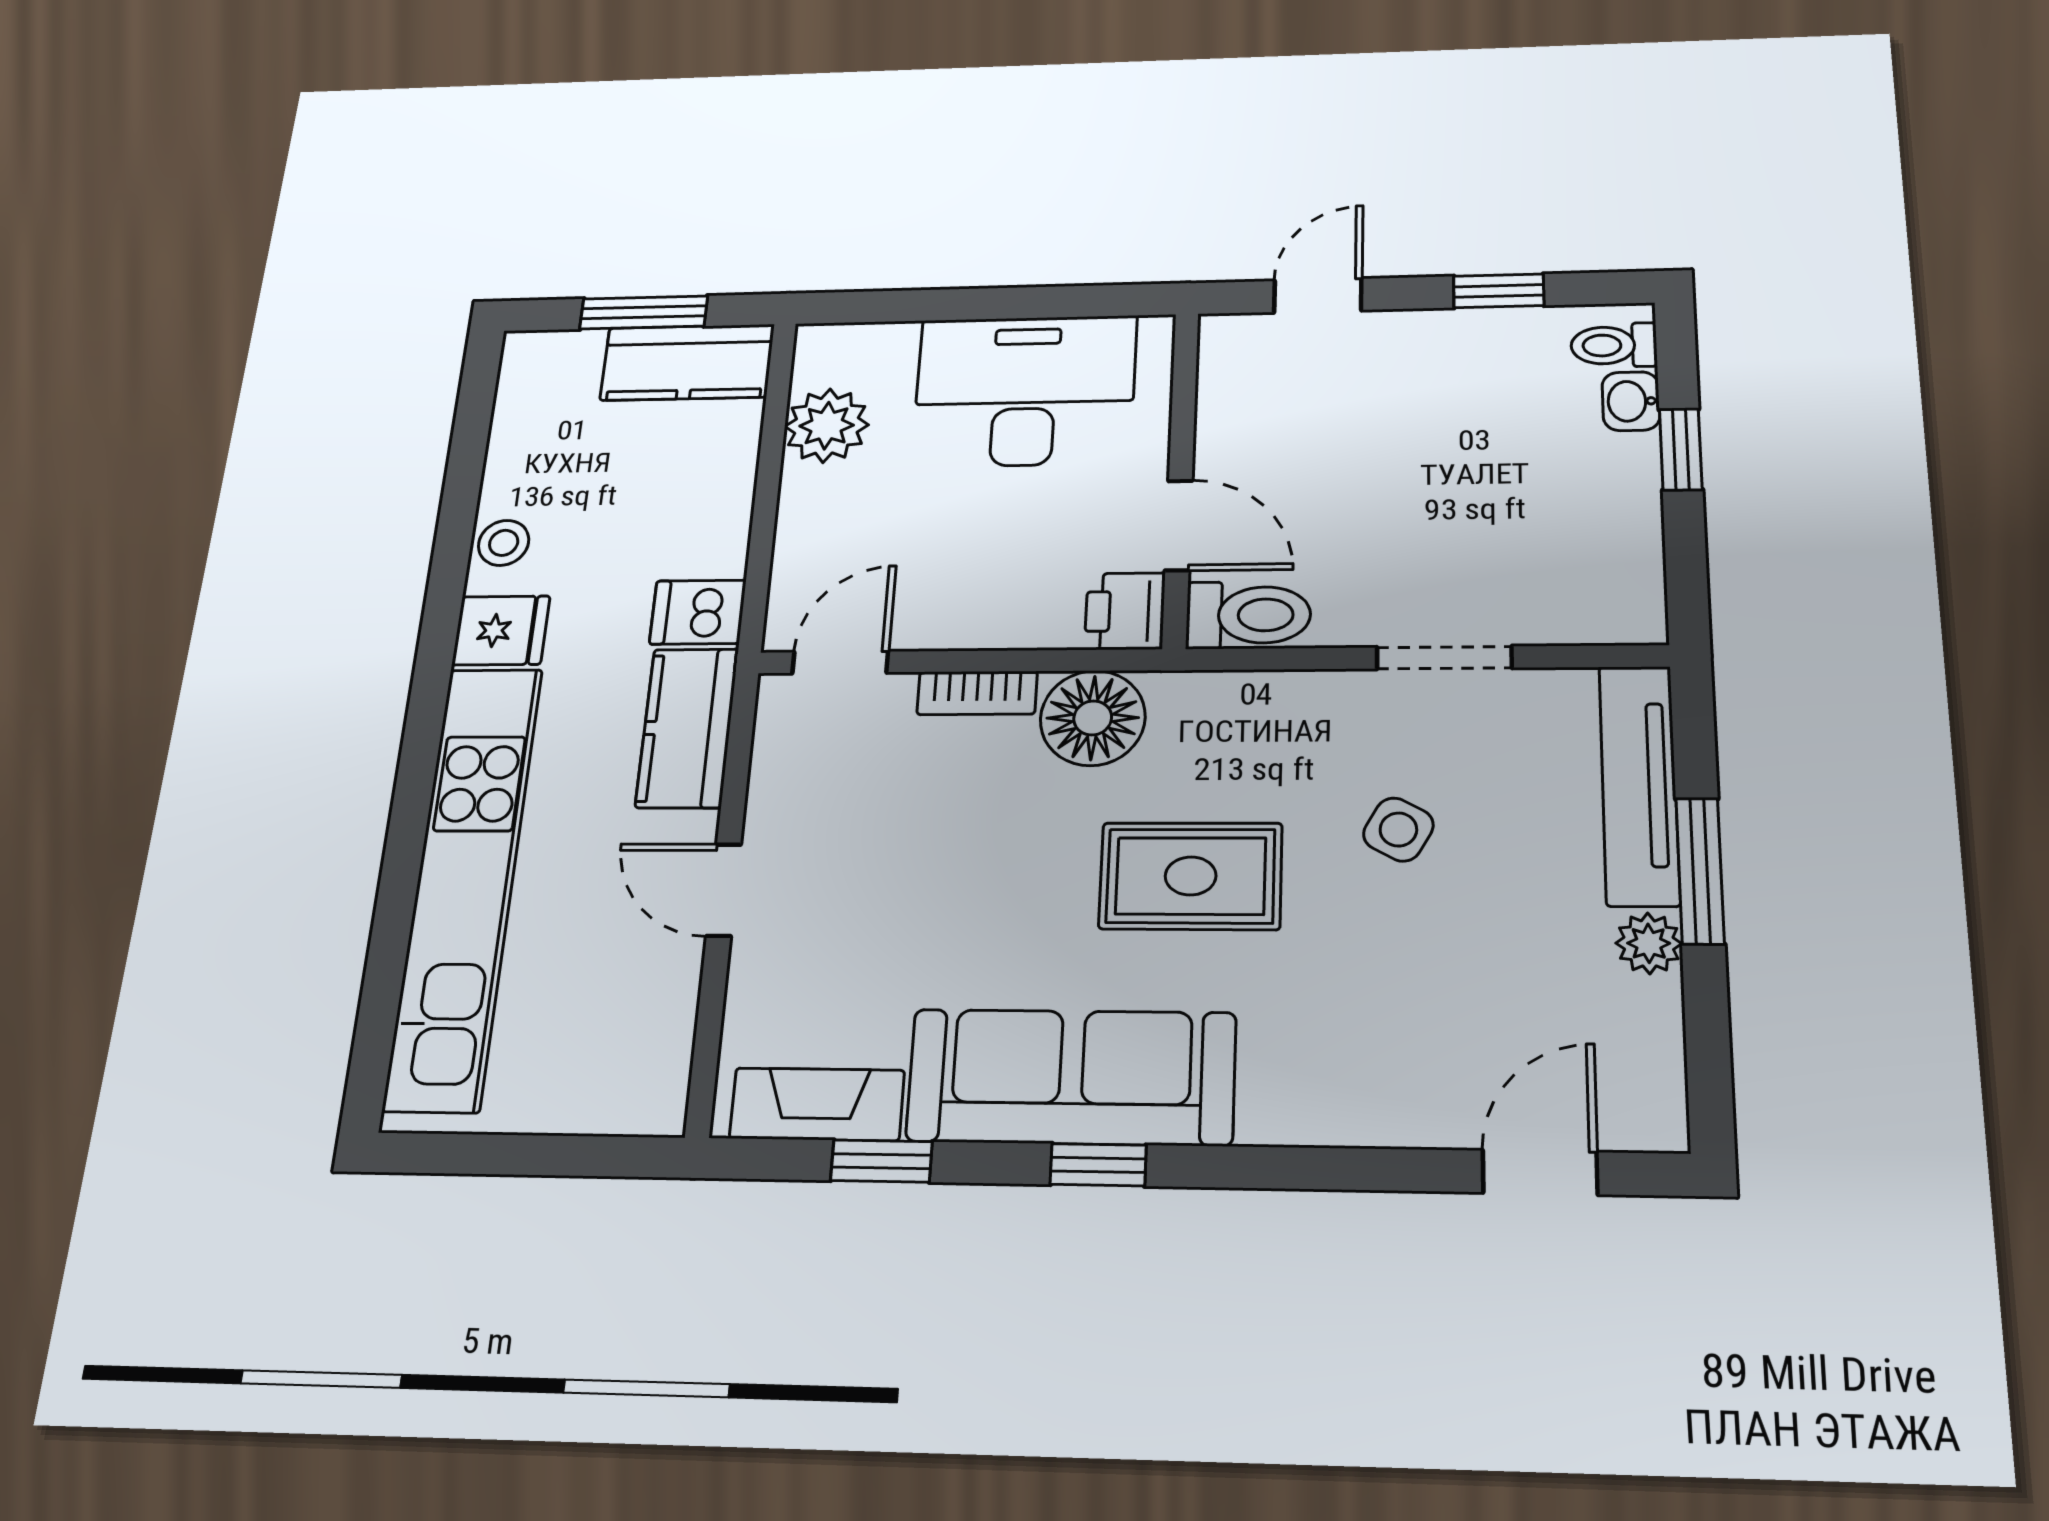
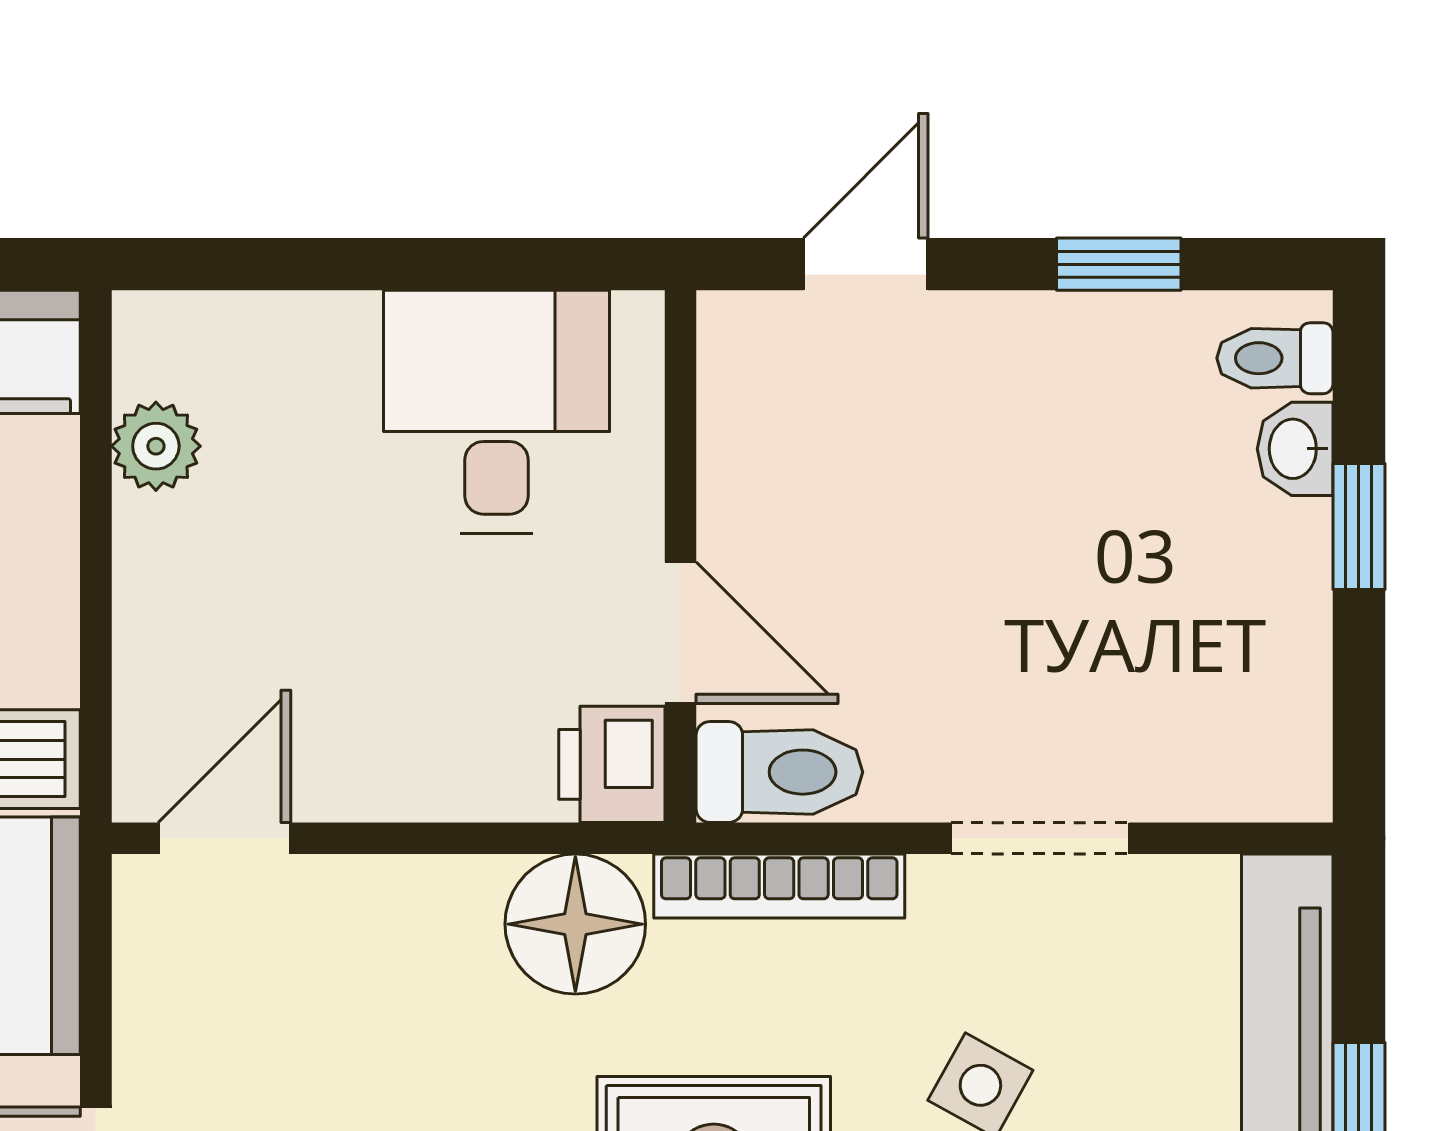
desk: (1025, 391) -> (496, 412), width x0.73
plant: (827, 426) -> (156, 446), width x0.73, depth x0.73
bookcase: (977, 693) -> (779, 886), moved, width x1.56

